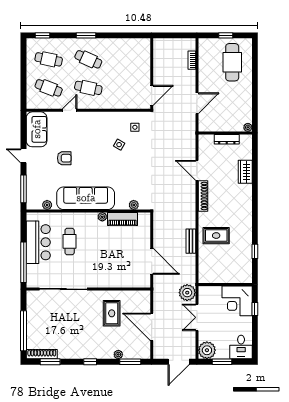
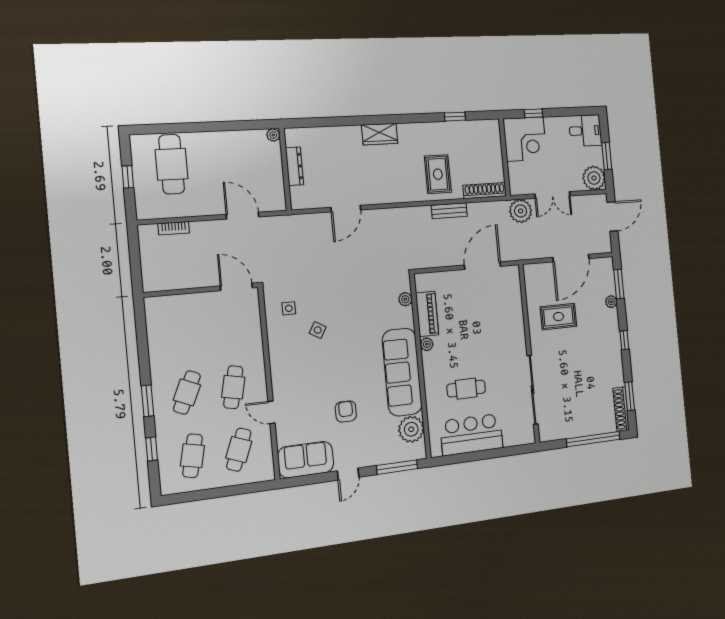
window: (42, 35) -> (152, 449), moved
cafe table: (232, 62) -> (172, 164), turned 90
wardrobe: (245, 172) -> (380, 134), moved
shoe rack: (203, 196) -> (485, 191), moved
plant: (47, 205) -> (411, 429), width x1.87, depth x1.87
window: (24, 262) -> (501, 452), removed
door: (179, 362) -> (612, 217), hinge flipped

